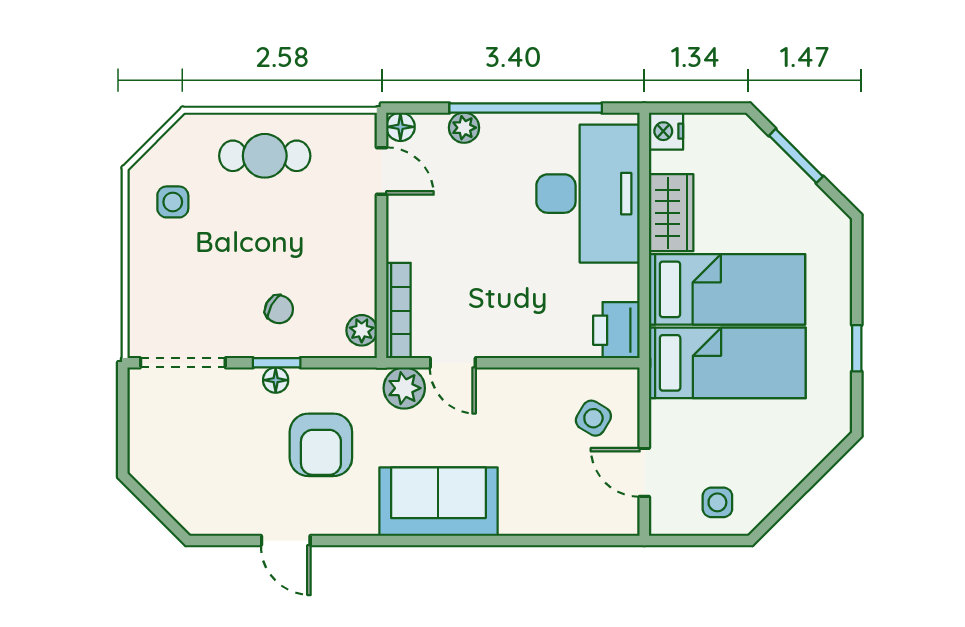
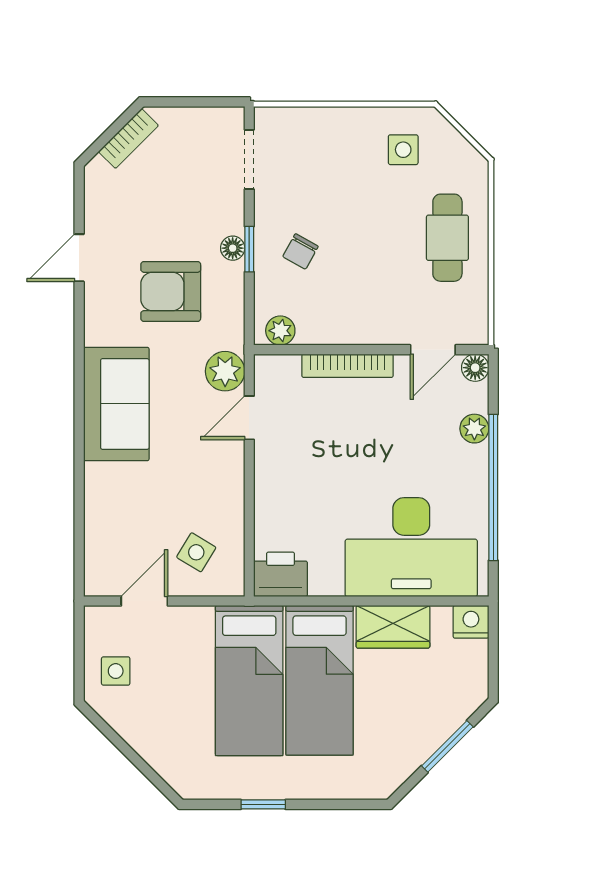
bookcase: (398, 311) -> (347, 366), moved
doorway: (183, 363) -> (249, 159), width x0.73
bookcase: (161, 489) -> (128, 138), added

